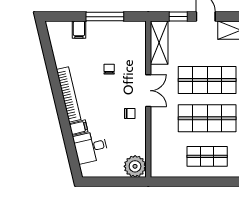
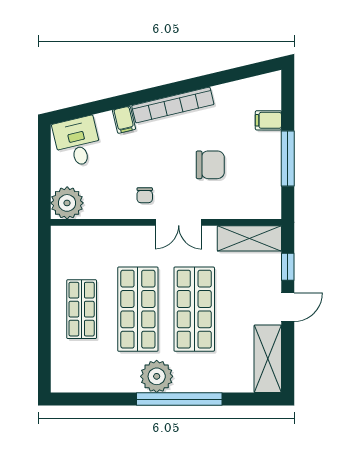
chair: (109, 69) -> (210, 165), width x1.87, depth x1.87
desk: (91, 147) -> (77, 142), moved

